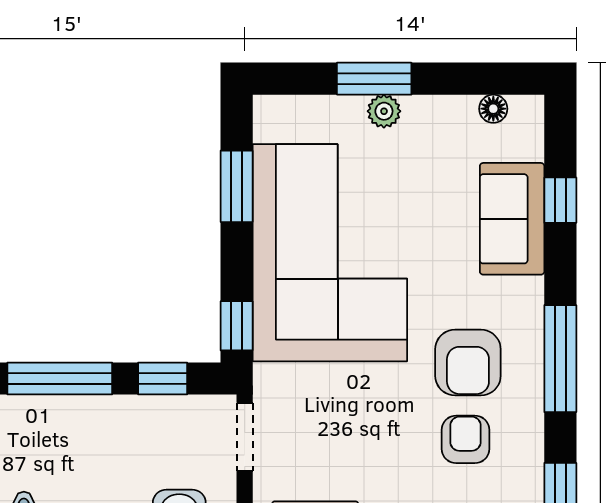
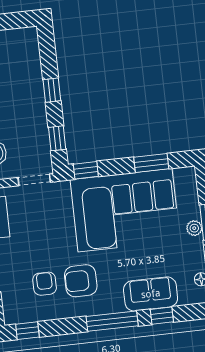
window: (560, 359) -> (112, 321), moved
window: (60, 379) -> (52, 90), width x0.46
armchair: (465, 439) -> (45, 284), turned -90

